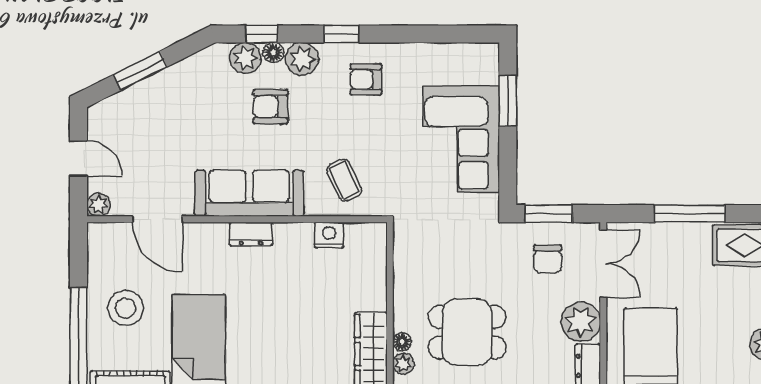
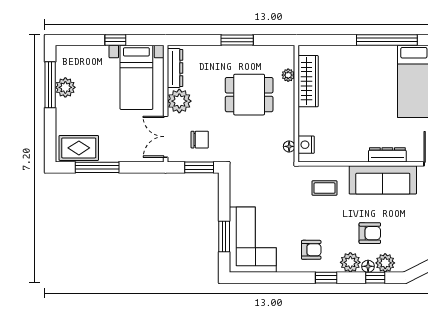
corner sofa: (461, 139) -> (253, 240), moved
coffee table: (344, 180) -> (325, 188), turned -65
window: (689, 214) -> (97, 167), moved
dresser: (251, 234) -> (387, 155), width x1.44
nightstand: (329, 235) -> (306, 145), moved, turned 90
chair: (548, 259) -> (200, 140), turned 90
floor lamp: (402, 342) -> (289, 146), moved

